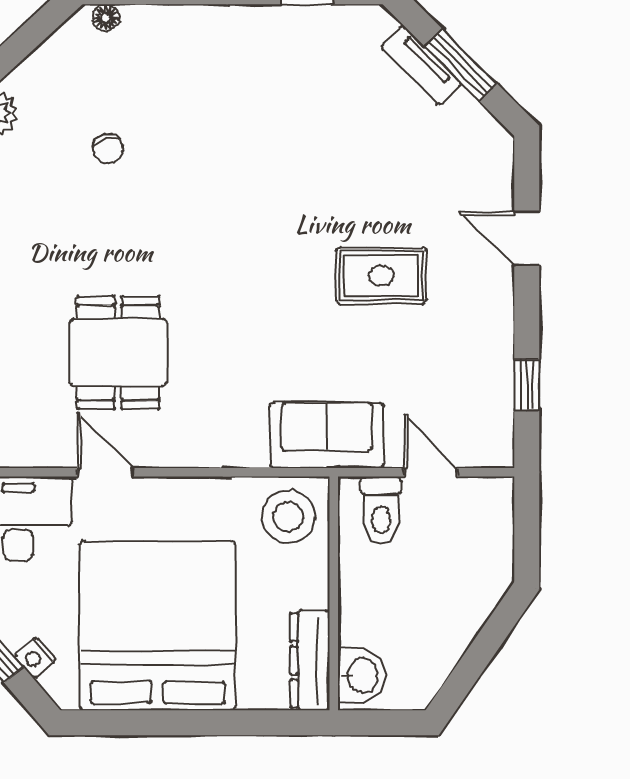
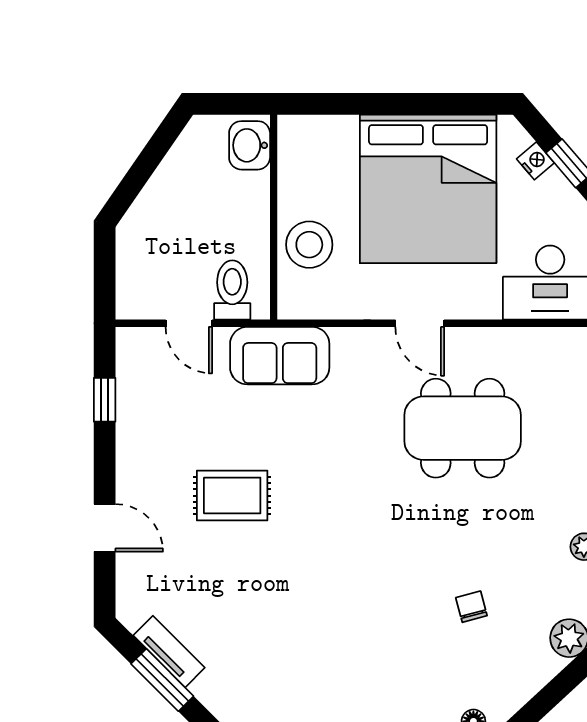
tv unit: (421, 65) -> (169, 652), moved
dining table: (118, 353) -> (463, 428), width x1.38
door: (105, 472) -> (420, 323), moved
stool: (288, 517) -> (309, 245), moved
dresser: (310, 660) -> (294, 159), removed

